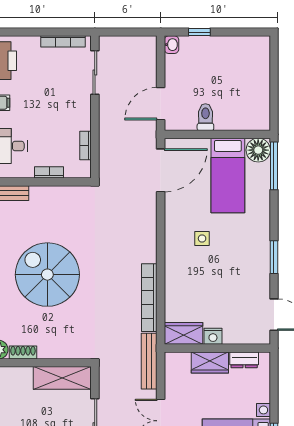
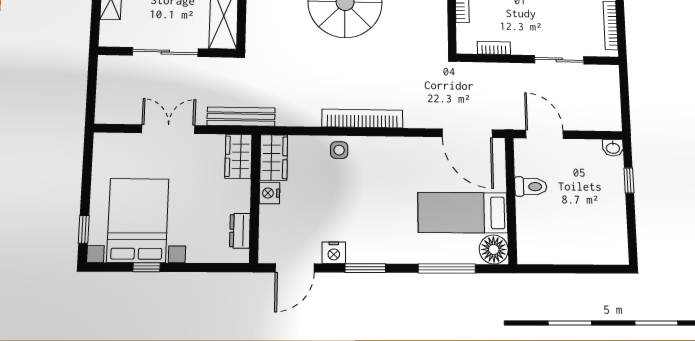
sliding door: (95, 72) -> (559, 60), moved
window: (274, 166) -> (447, 268), moved
side table: (202, 239) -> (339, 150), moved
nightstand: (261, 283) -> (334, 253), added
bookcase: (149, 298) -> (362, 119), moved
wardrobe: (210, 362) -> (238, 156), moved

